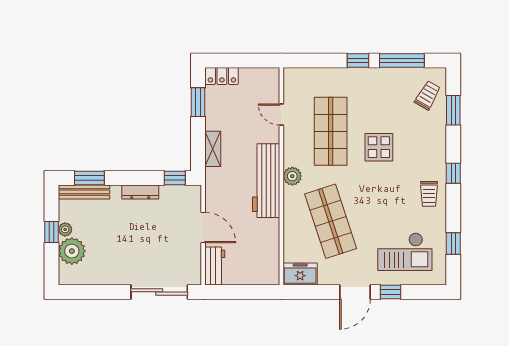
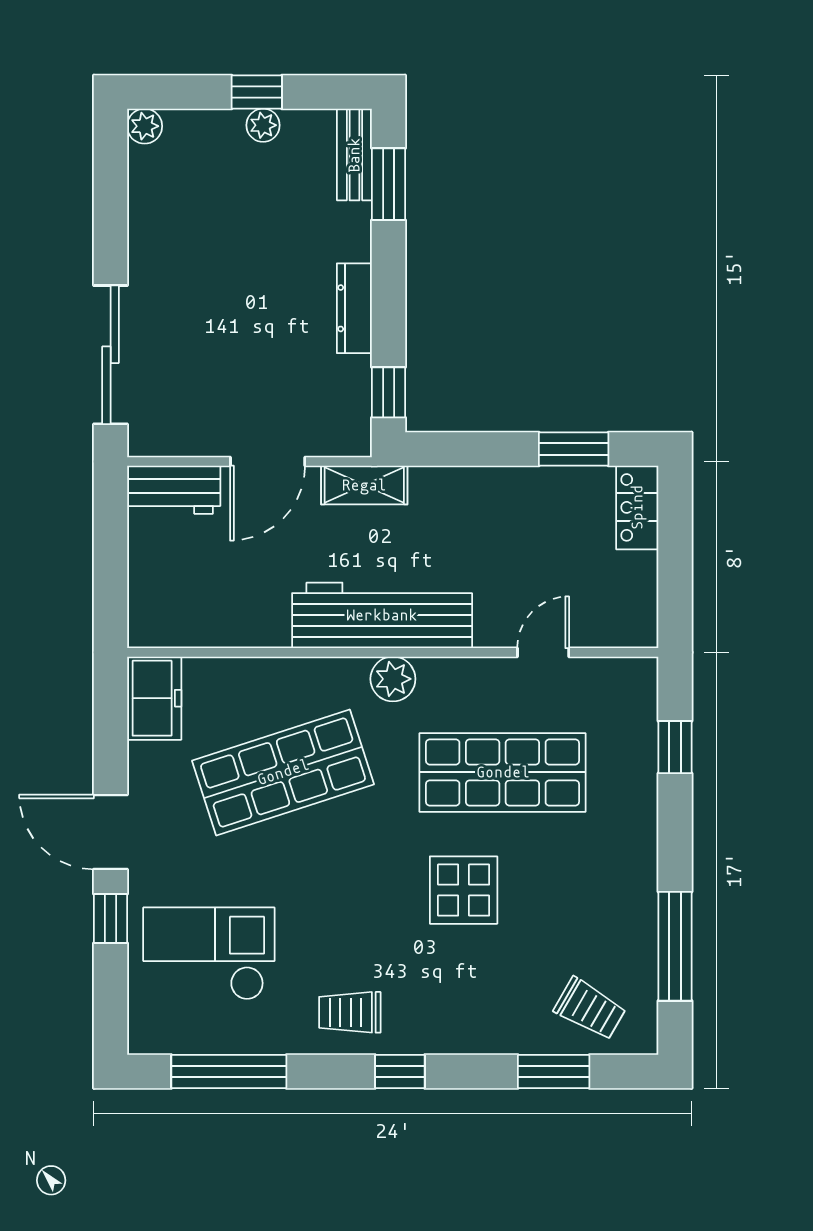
window: (358, 60) -> (675, 747), moved
shelving: (213, 149) -> (364, 485), moved
bench: (84, 192) -> (354, 155), width x0.73
window: (453, 243) -> (229, 1072), width x2.17
plant: (72, 251) -> (145, 126), moved, width x0.53, depth x0.53
checkout: (405, 252) -> (209, 954), turned 90

